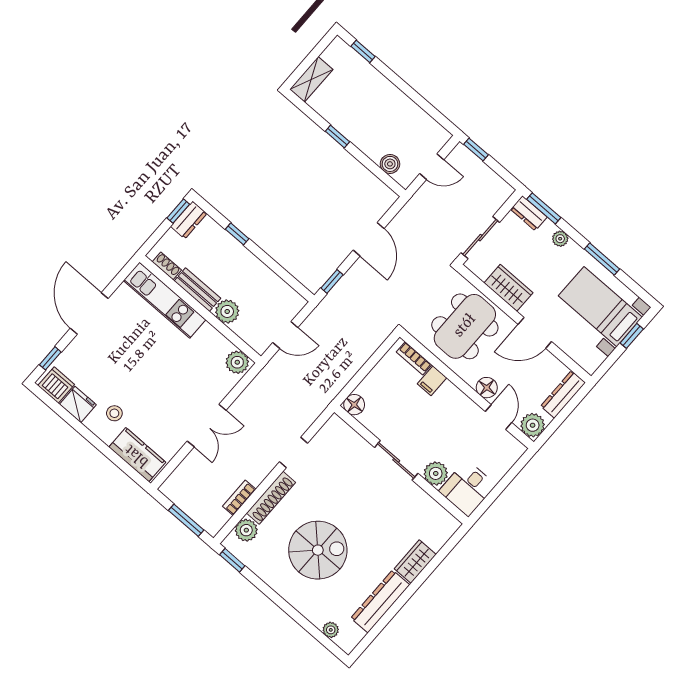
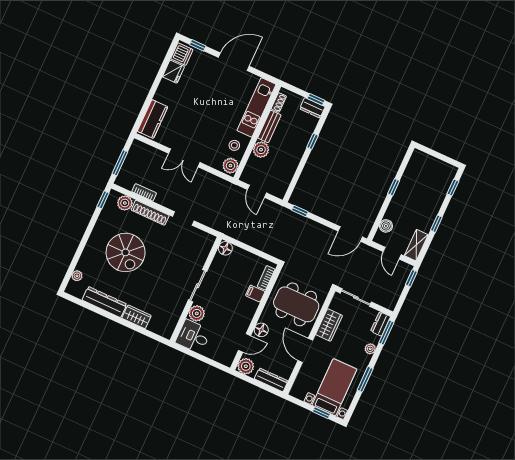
shelving: (311, 79) -> (416, 245), moved, turned 90
window: (408, 90) -> (436, 224), added
door: (369, 239) -> (350, 234), moved
stool: (114, 413) -> (234, 145), moved

